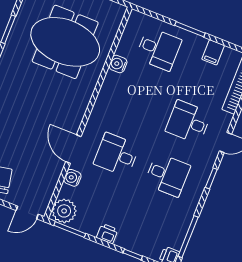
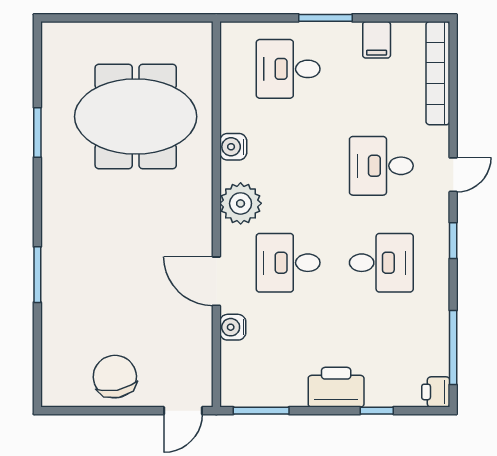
desk: (159, 49) -> (288, 69), turned 180
water cooler: (118, 64) -> (233, 147), moved
plant: (64, 211) -> (241, 203), moved
printer: (107, 234) -> (336, 387), width x1.87, depth x1.48

